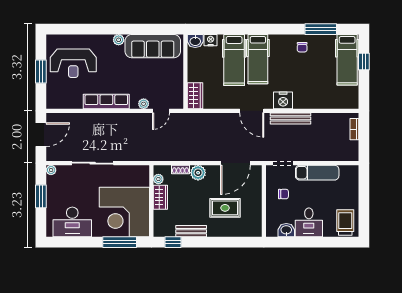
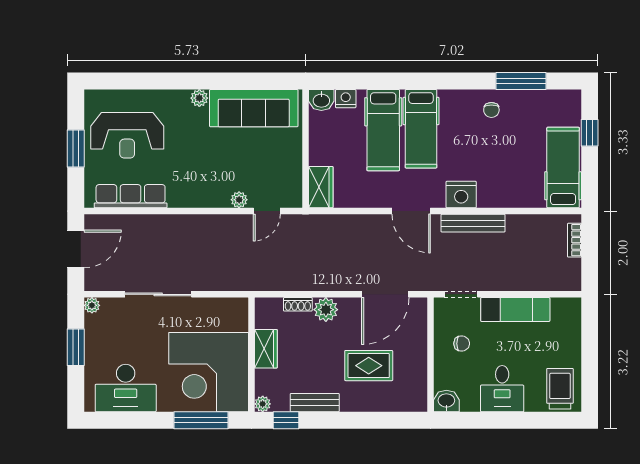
hospital bed: (347, 60) -> (563, 168), moved, turned 180
row of seats: (106, 101) -> (131, 196), moved
plant: (158, 179) -> (263, 404), moved
washbasin: (286, 230) -> (446, 401), moved

